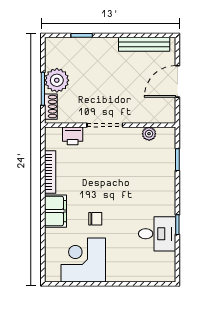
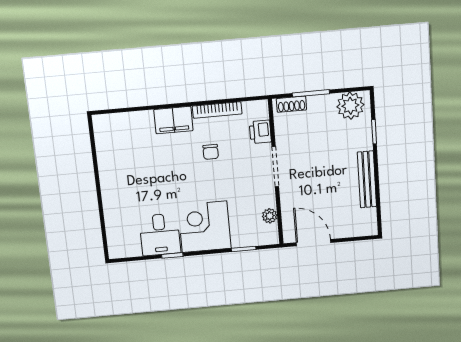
bench: (144, 44) -> (367, 179), moved
plant: (57, 80) -> (350, 106), moved
door: (177, 81) -> (313, 243), moved
chair: (95, 219) -> (211, 152), moved
corner desk: (83, 260) -> (204, 227), moved, turned -90

